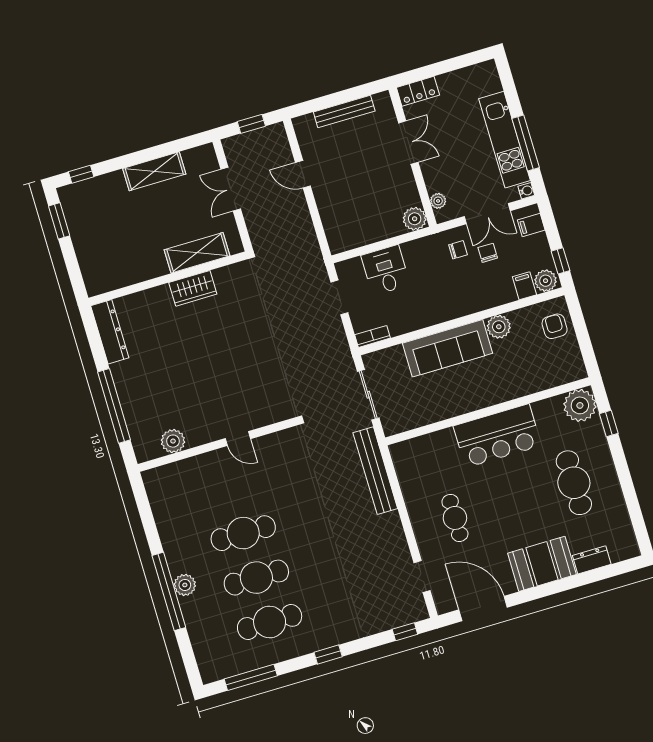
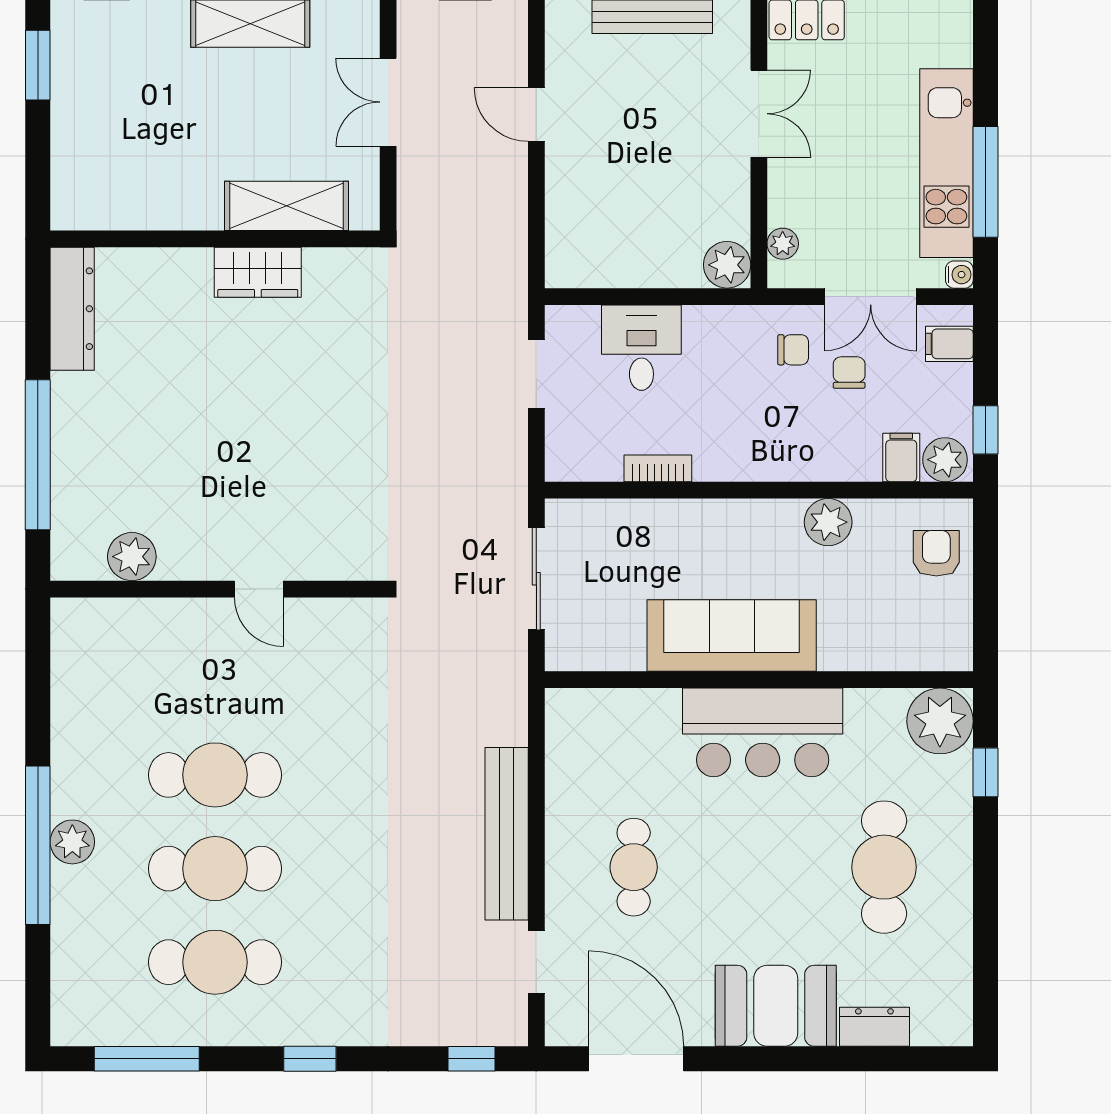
bookcase: (373, 336) -> (658, 468), moved
sofa: (448, 348) -> (732, 635), moved, turned 180
bench: (375, 471) -> (507, 834), moved

